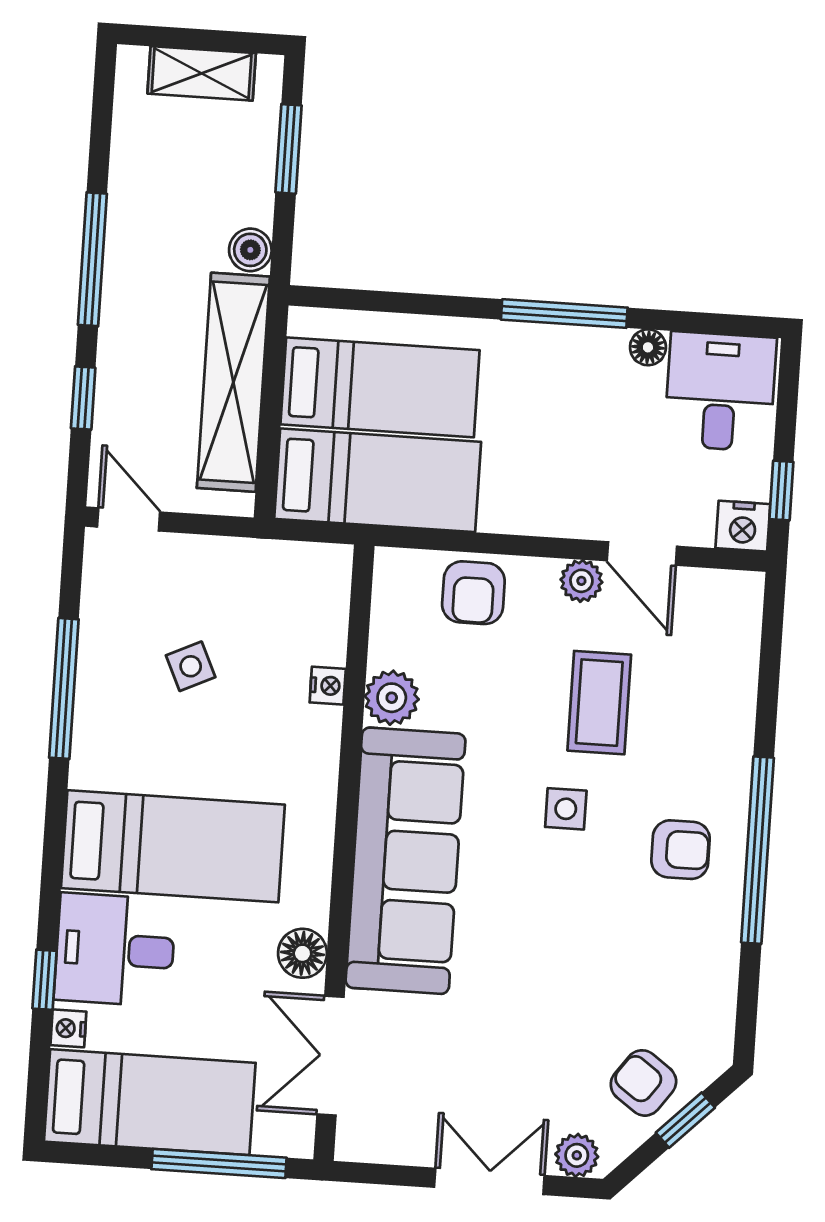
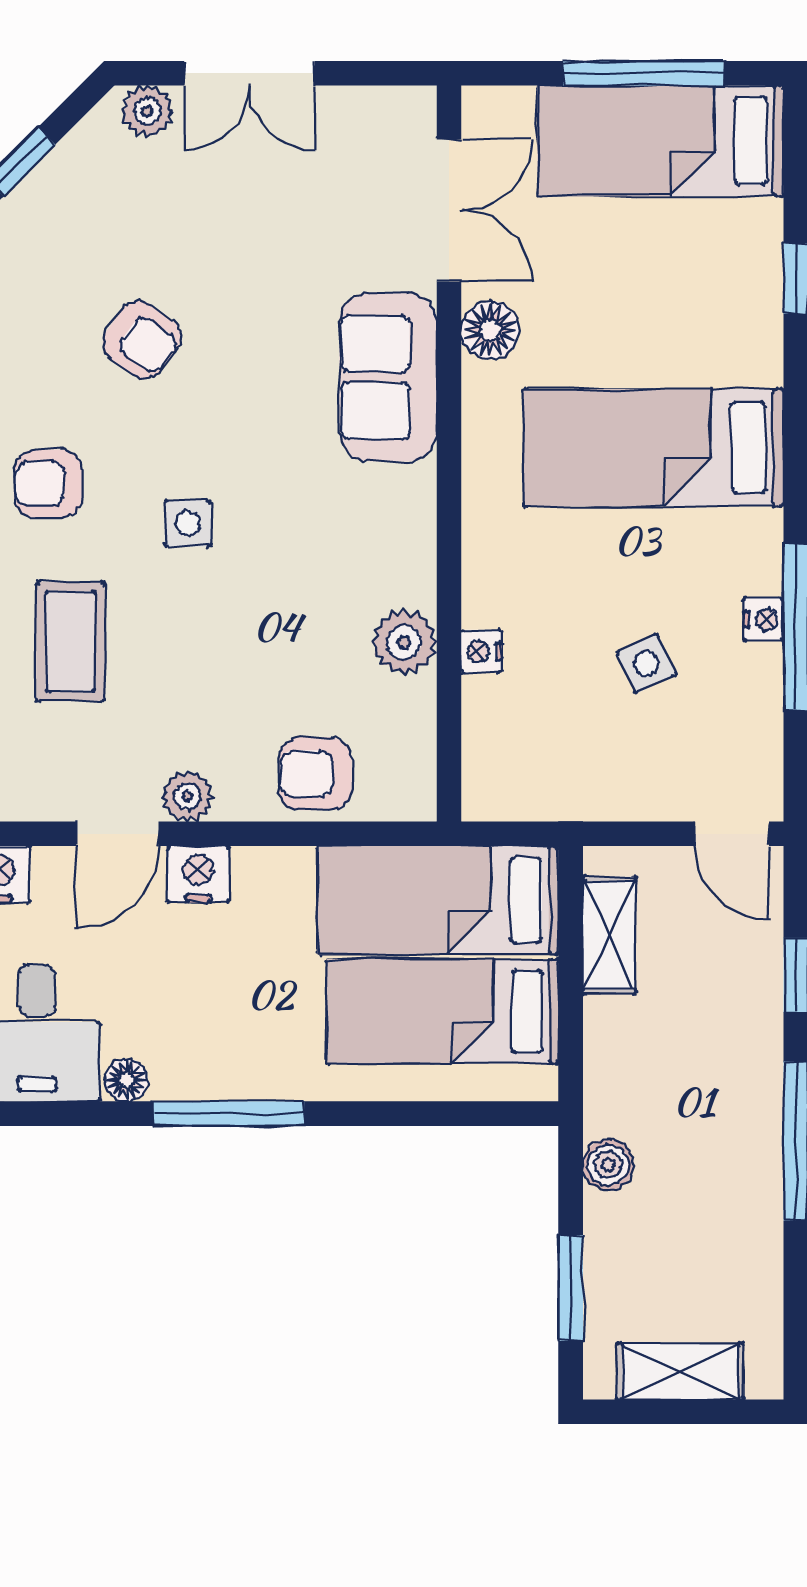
shelving: (233, 382) -> (609, 935), width x0.45, depth x0.75
nightstand: (577, 515) -> (198, 874), added
door: (642, 554) -> (117, 834), swing flipped
armchair: (473, 593) -> (315, 774), turned -90
coffee table: (599, 703) -> (71, 641), moved
sofa: (405, 861) -> (388, 377), width x0.54, depth x0.79
desk: (115, 950) -> (714, 320), removed
nightstand: (68, 1028) -> (763, 619), moved
armchair: (643, 1083) -> (142, 340), moved
window: (219, 1163) -> (643, 73), moved

